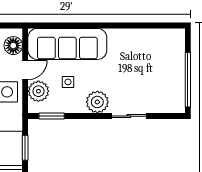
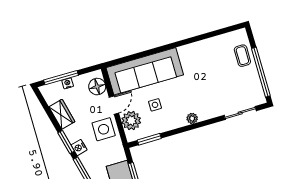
coffee table: (174, 57) -> (242, 56), added
plant: (97, 102) -> (192, 118), width x0.53, depth x0.53
sliding door: (129, 116) -> (240, 113), moved

